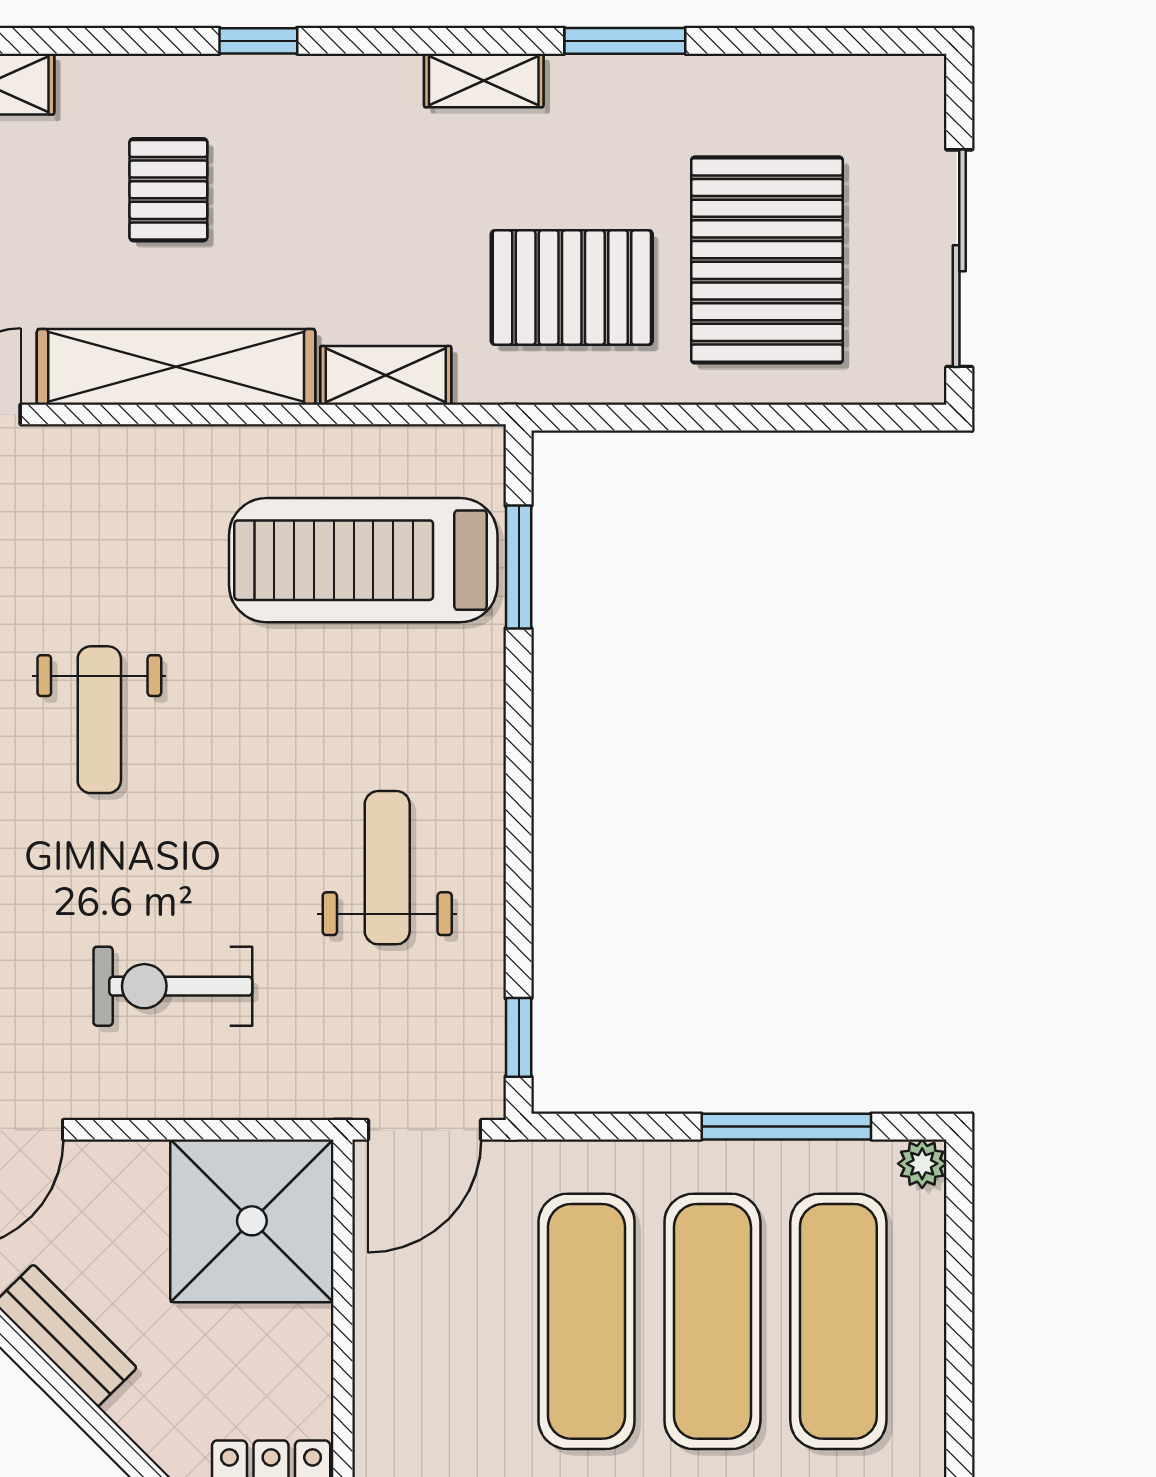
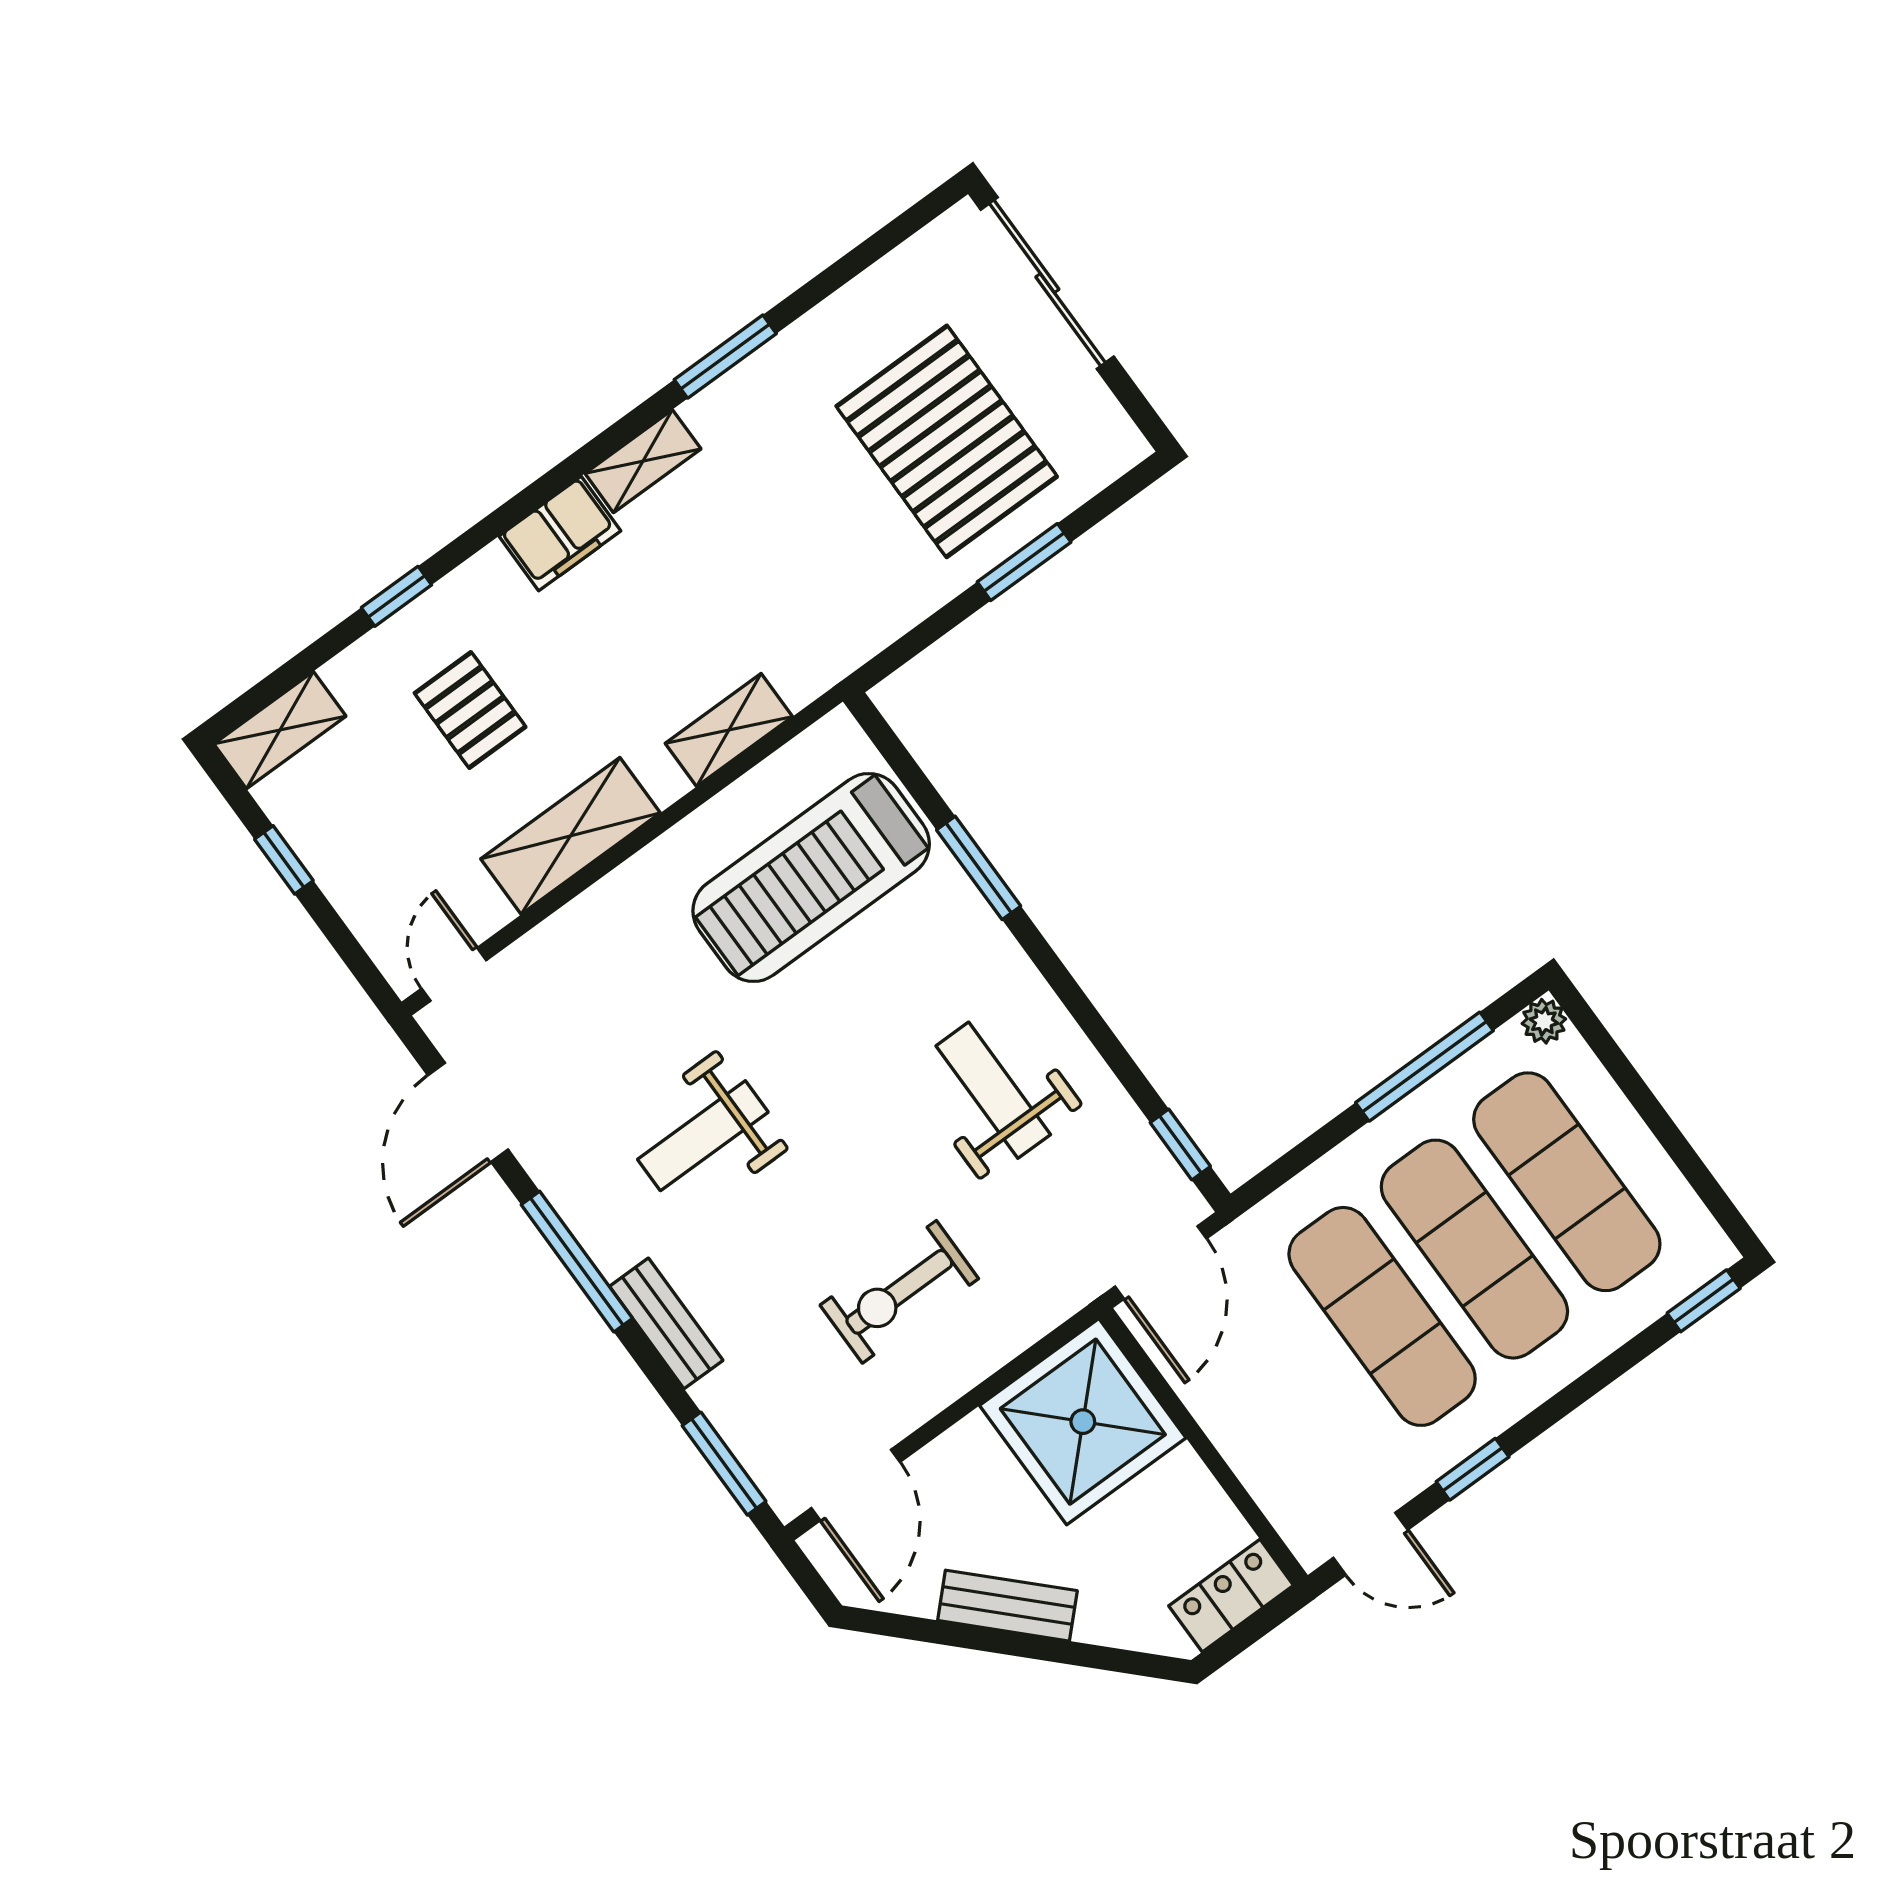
window: (258, 41) -> (396, 596), moved
filing cabinet: (363, 91) -> (560, 534), added
sliding door: (959, 258) -> (1047, 283), moved
pallet: (572, 287) -> (818, 566), removed
shelving: (176, 367) -> (570, 836), width x0.68
window: (757, 418) -> (1024, 562), added
window: (519, 567) -> (979, 868), moved
weight bench: (99, 720) -> (703, 1136), turned 90

